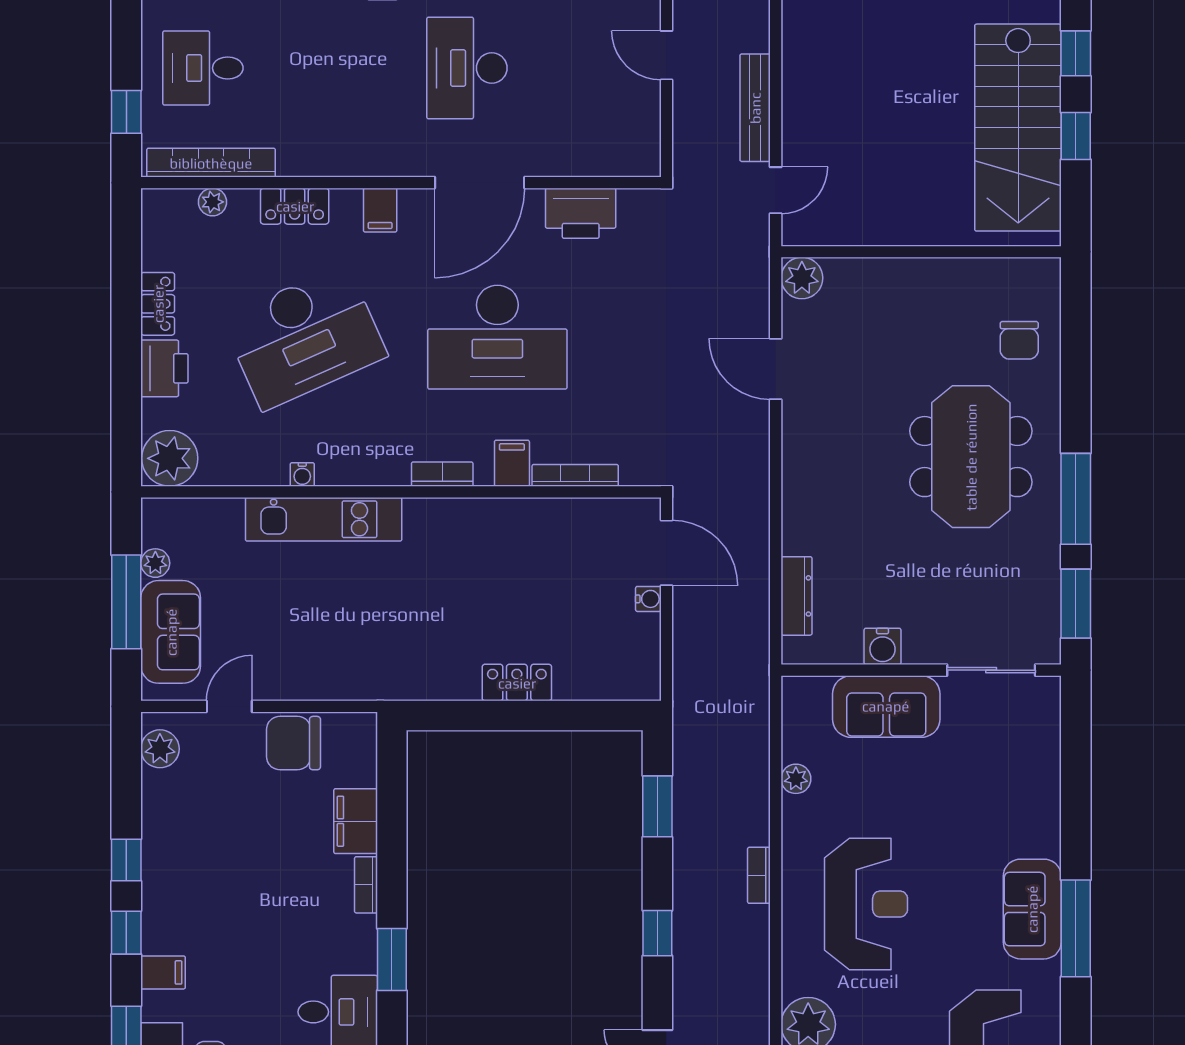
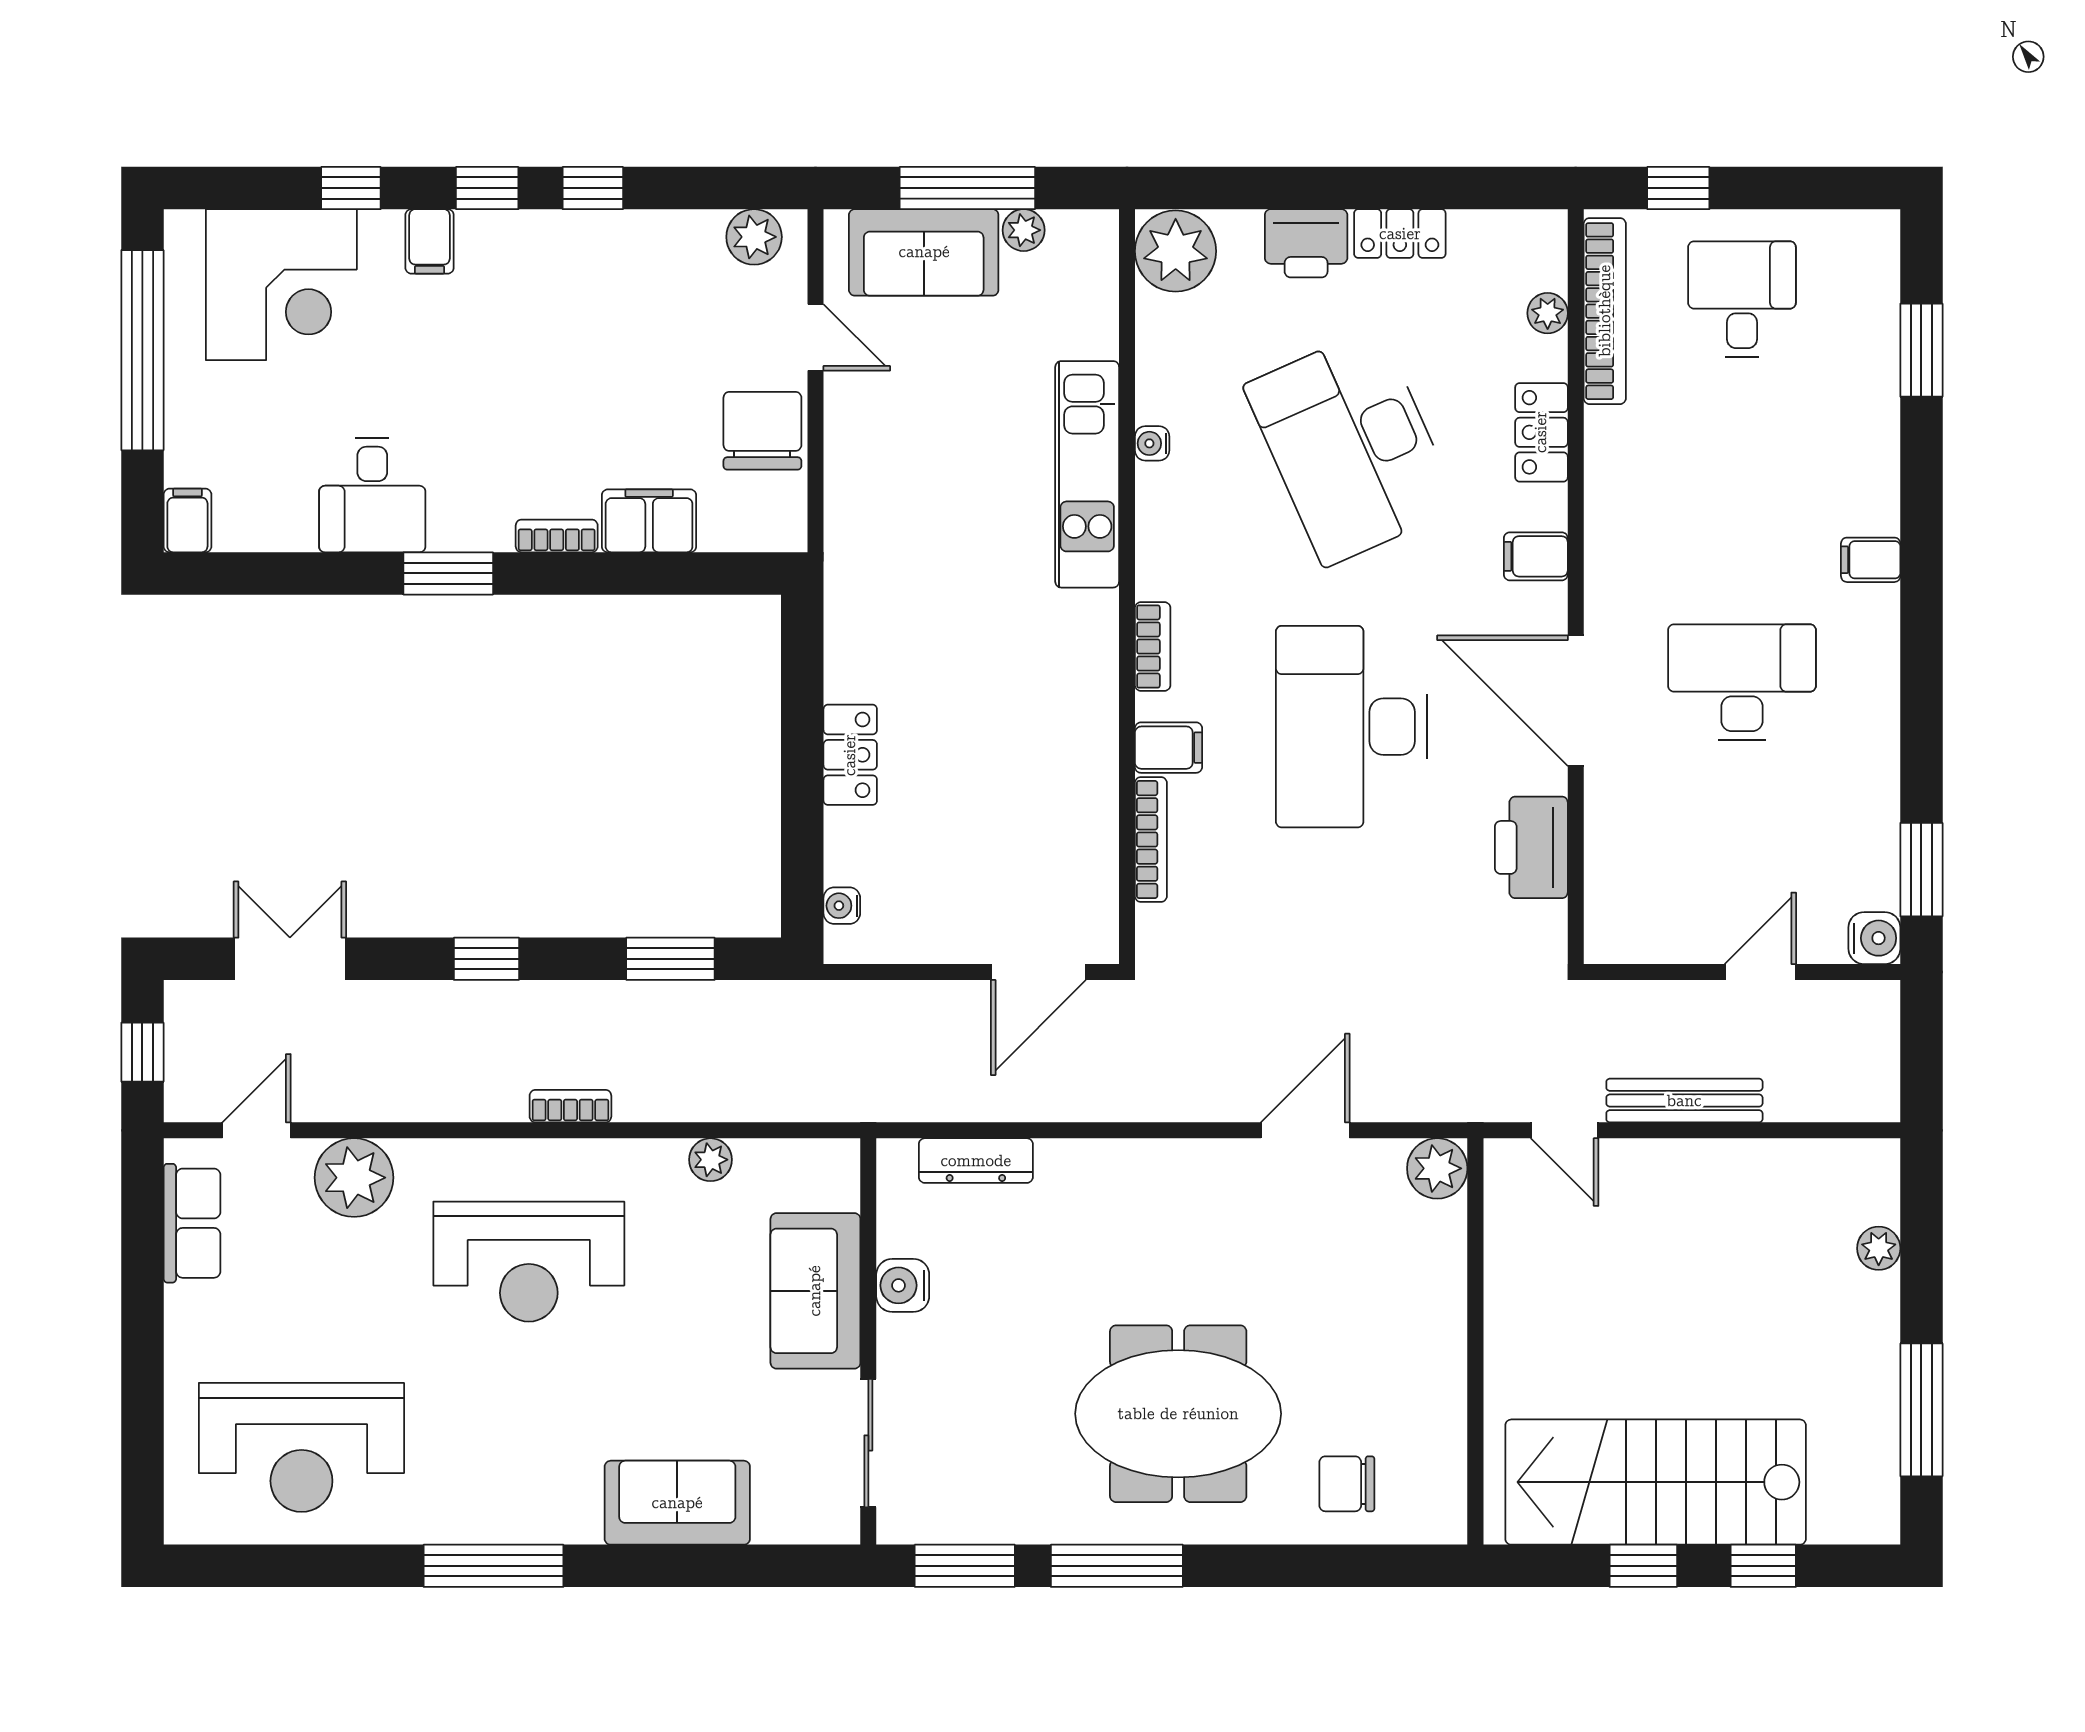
water cooler: (648, 599) -> (842, 906), moved, turned 90
sofa: (1032, 909) -> (677, 1503), moved

